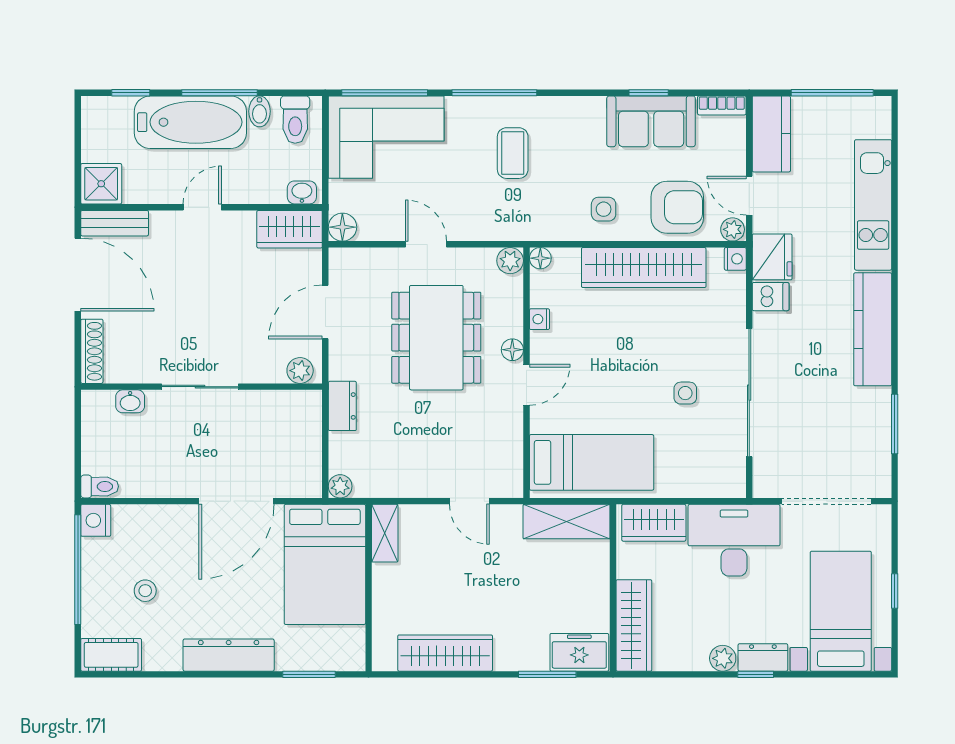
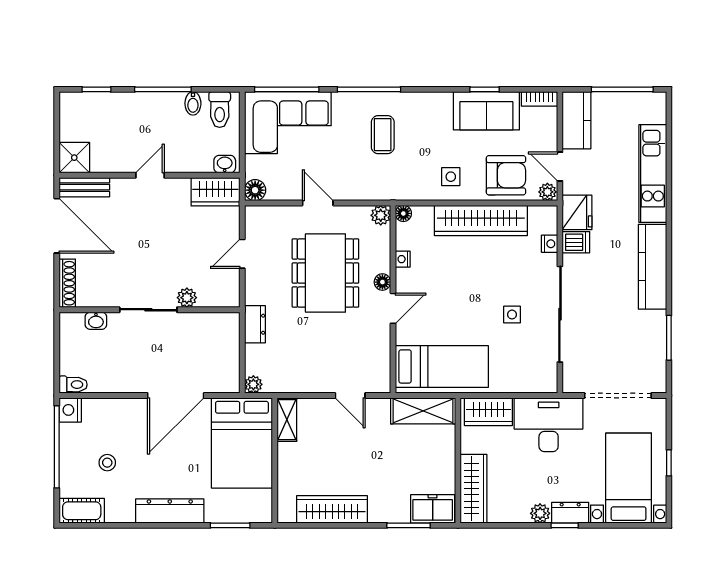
bathtub: (190, 122) -> (141, 112), removed
nightstand: (735, 259) -> (550, 244), moved
door: (325, 312) -> (242, 254), width x0.73
plant: (300, 371) -> (187, 298), moved

